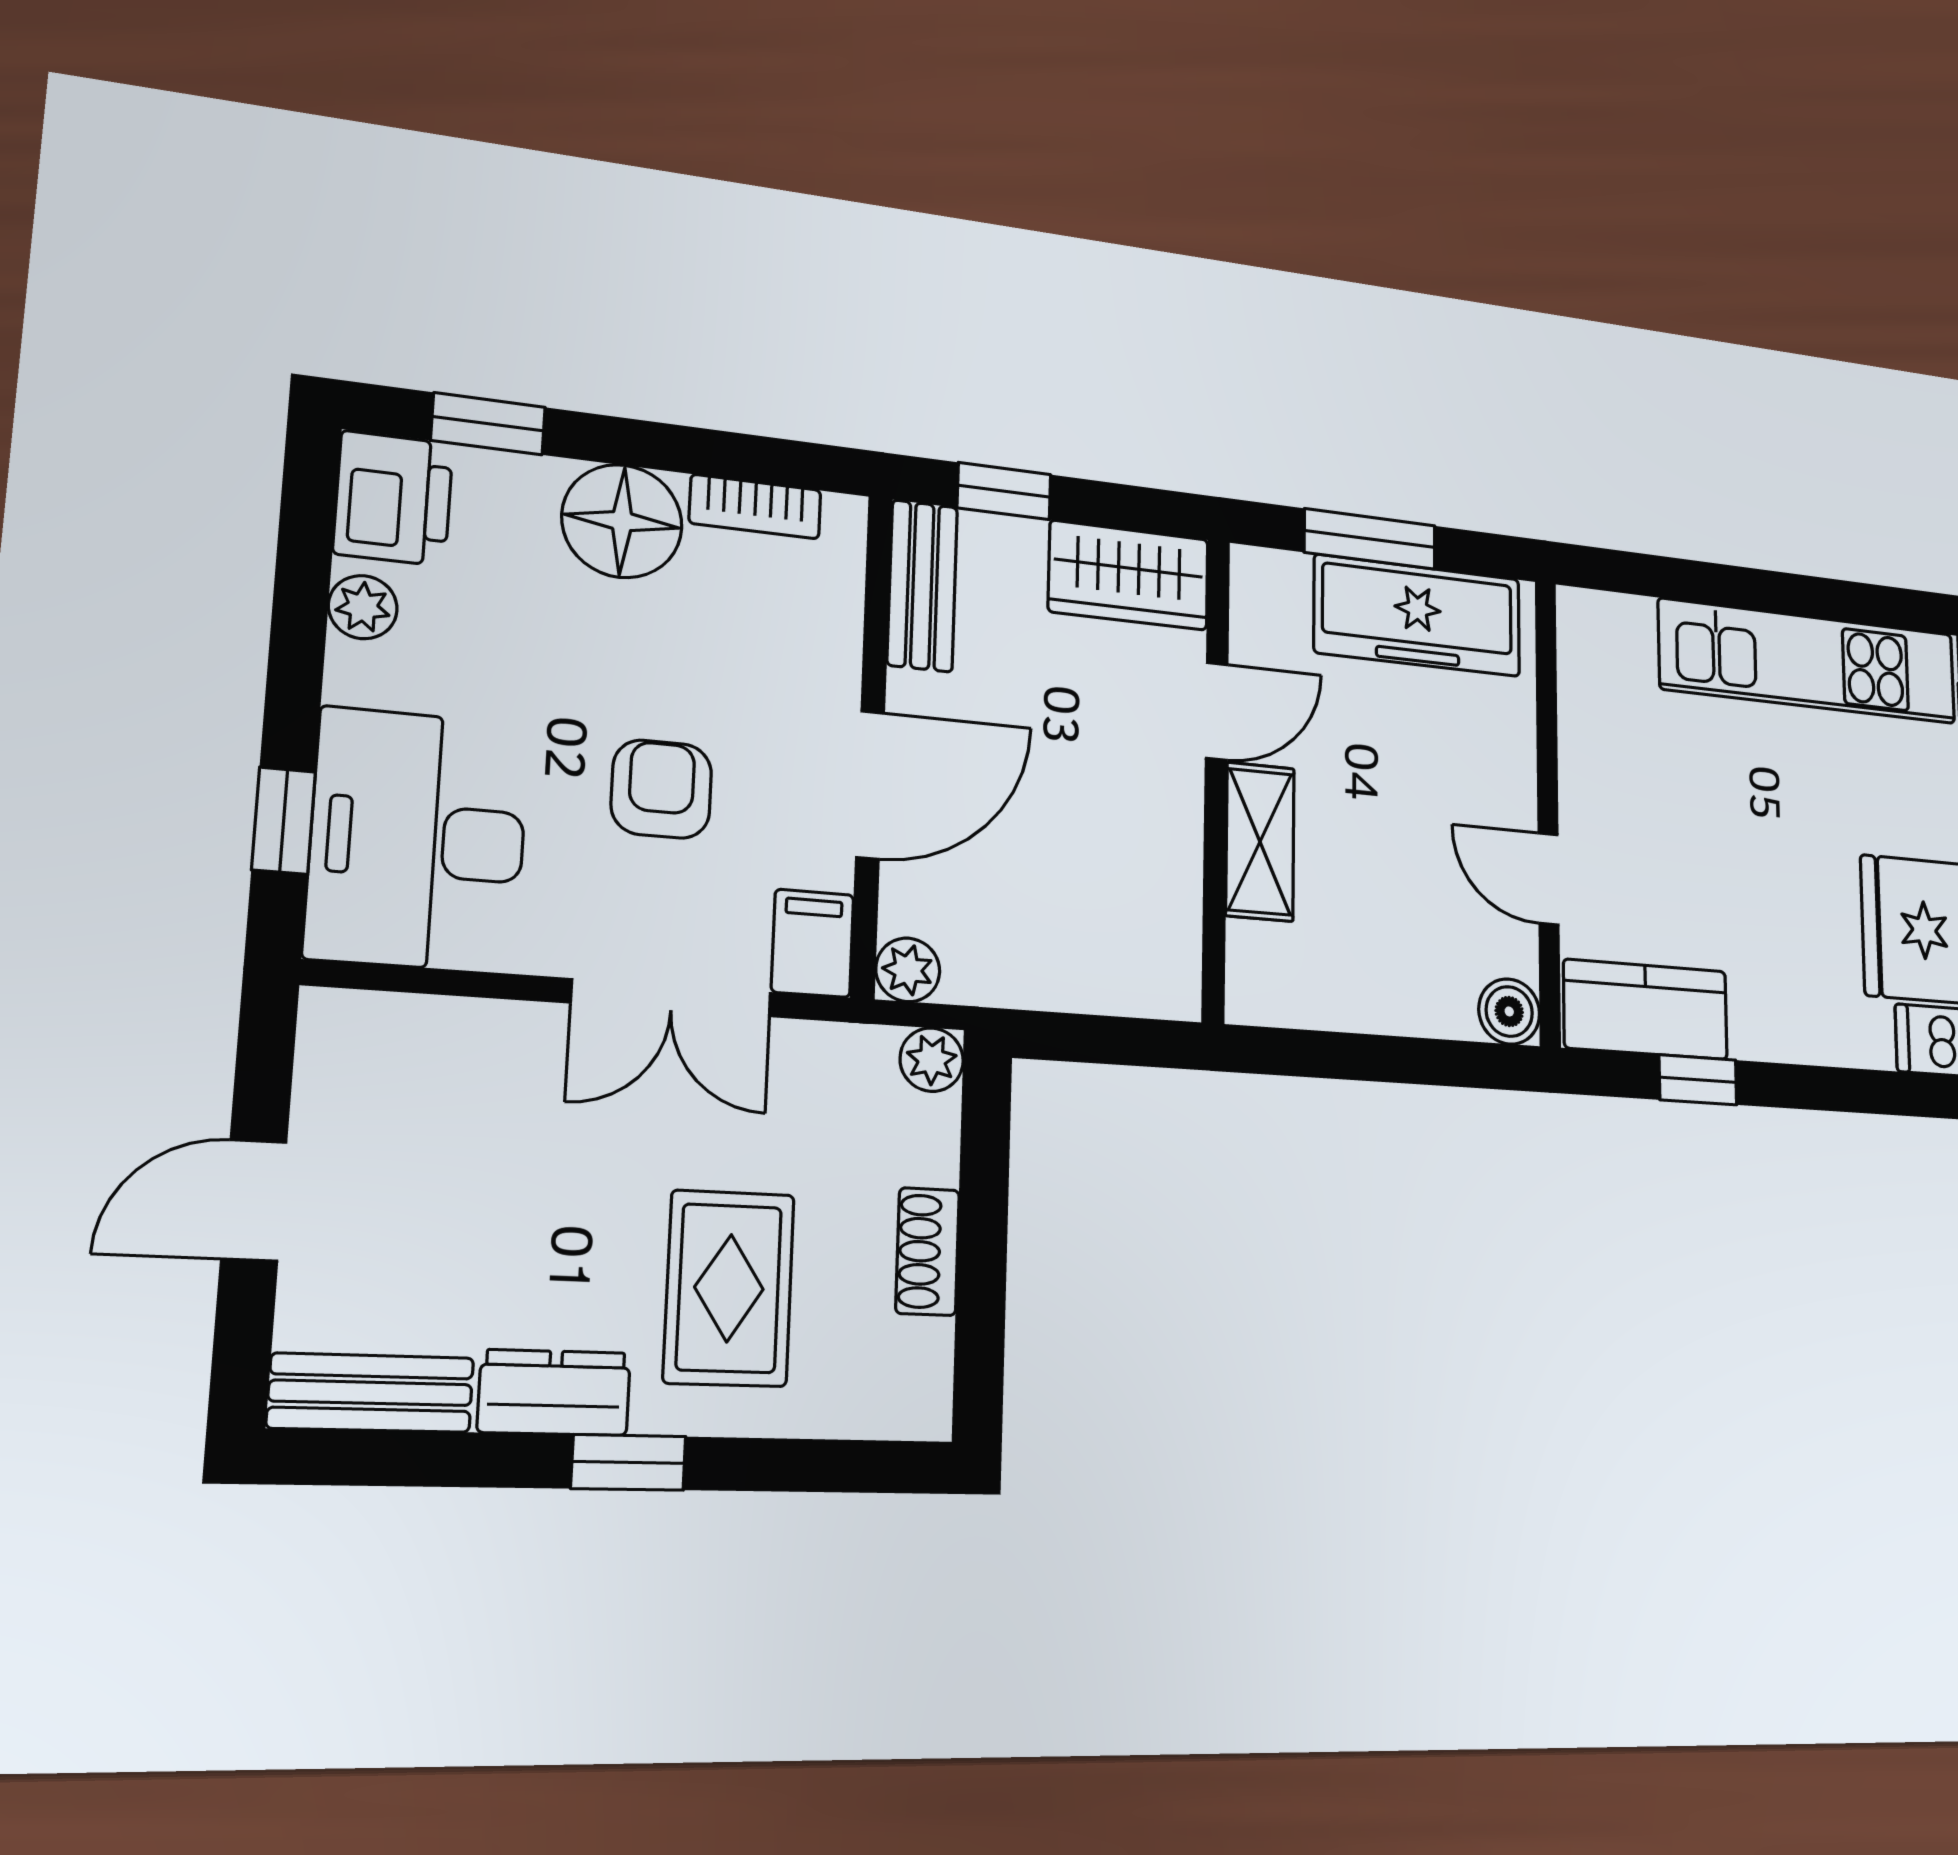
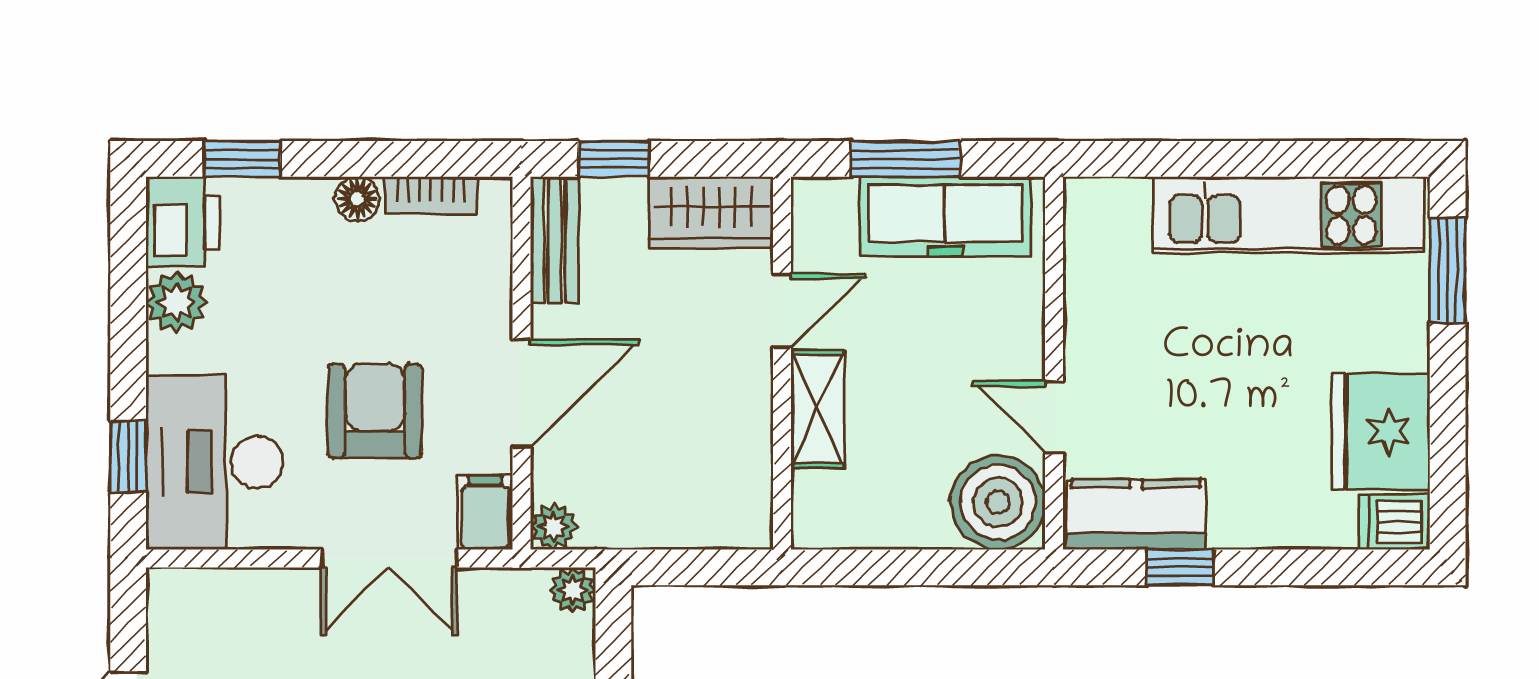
floor lamp: (622, 521) -> (357, 199), width x0.53, depth x0.53
plant: (363, 607) -> (177, 302), width x1.38, depth x1.38
armchair: (661, 789) -> (375, 411), width x1.38, depth x1.38
boiler: (1509, 1011) -> (998, 502), width x1.86, depth x1.86

